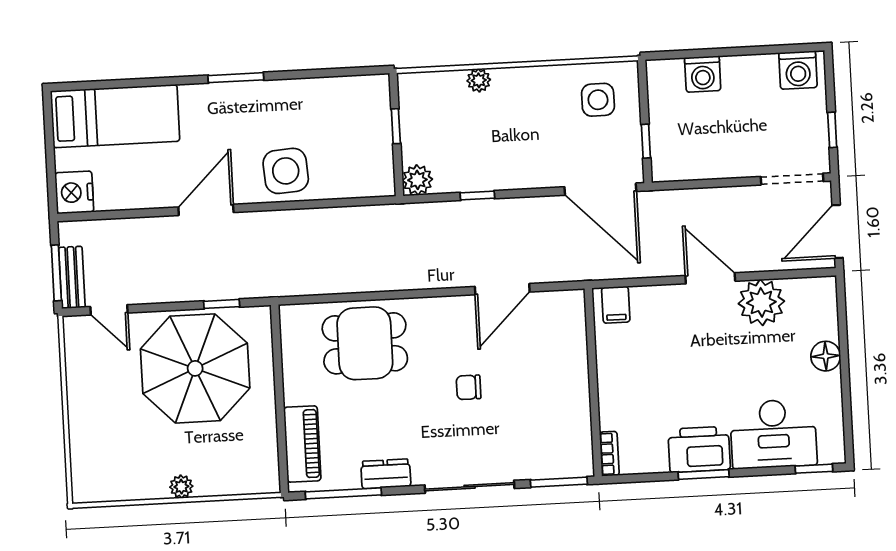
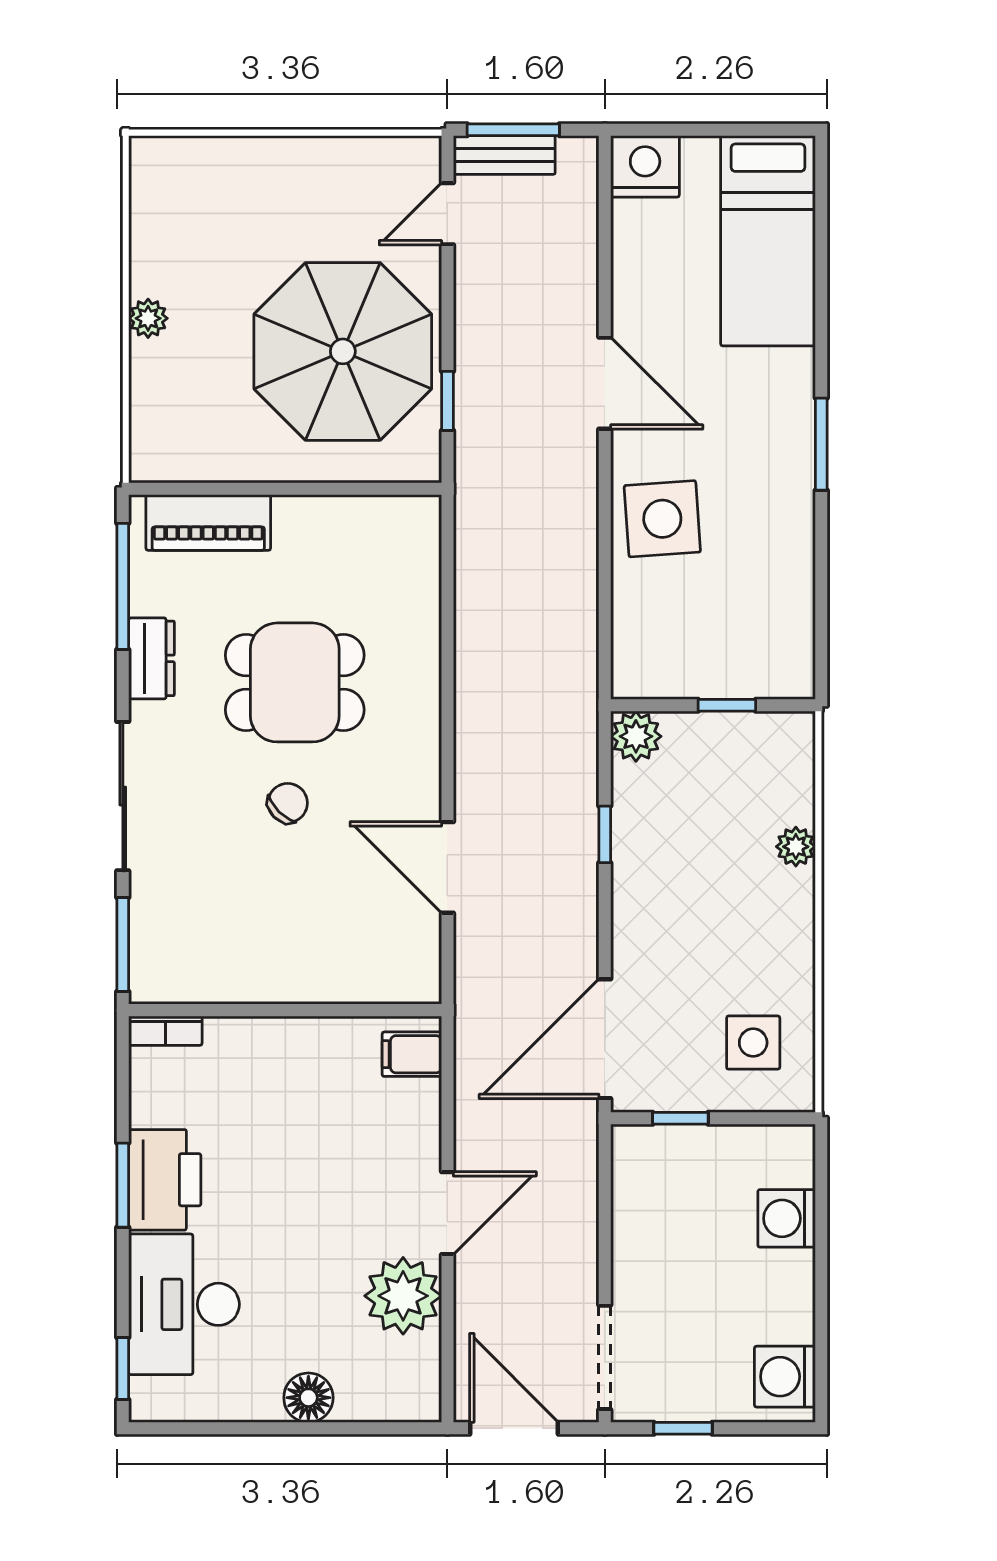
dining table: (365, 343) -> (295, 682), moved, turned 90
chair: (469, 387) -> (288, 803), turned 45

